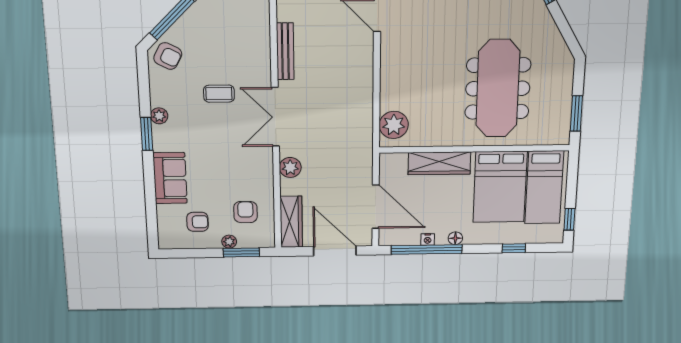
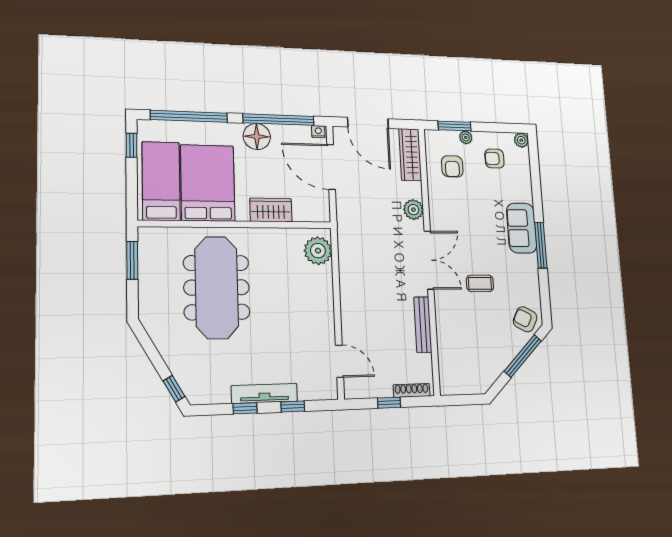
plant: (159, 116) -> (521, 140), moved
window: (147, 134) -> (541, 245), width x1.44
wardrobe: (439, 163) -> (271, 210), width x0.67
sofa: (170, 178) -> (522, 228), moved
floor lamp: (455, 238) -> (257, 137), width x1.89, depth x1.89
nightstand: (428, 239) -> (318, 132), moved
window: (514, 248) -> (189, 116), width x3.17

